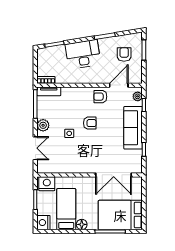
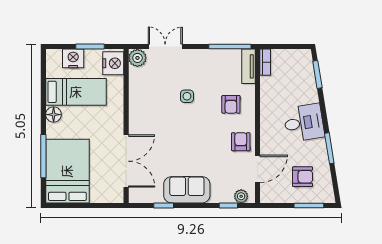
desk: (83, 54) -> (304, 123), width x0.73
door: (119, 85) -> (257, 169), hinge flipped
armchair: (90, 123) -> (231, 104), moved
plant: (43, 125) -> (137, 58), moved
sofa: (133, 128) -> (187, 190), width x0.73
double door: (35, 148) -> (165, 47), swing flipped
double door: (114, 175) -> (126, 161), swing flipped
nightstand: (43, 223) -> (73, 58), moved

